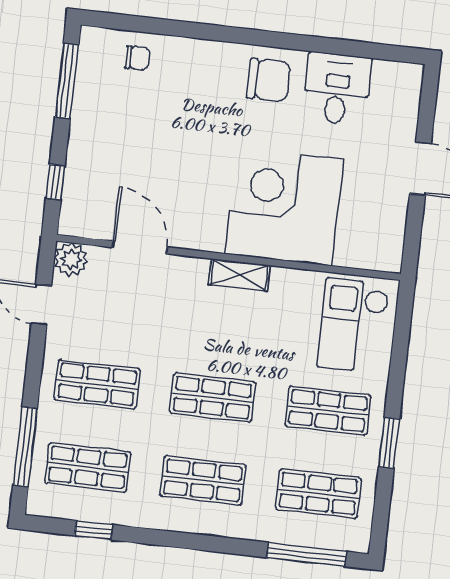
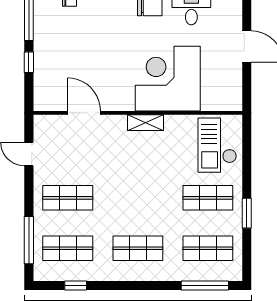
window: (55, 182) -> (29, 62), moved
plant: (71, 259) -> (43, 125), removed
shop shelf: (213, 397) -> (138, 198), removed

